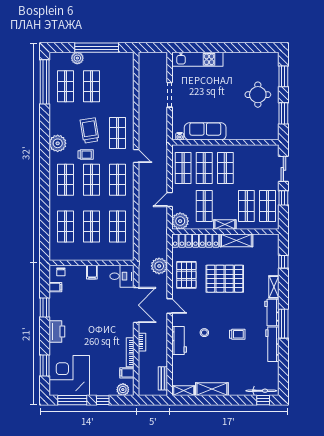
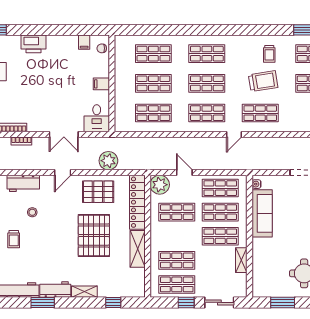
plant: (58, 143) -> (248, 45), removed
trolley: (86, 155) -> (269, 54), moved
shelving: (225, 225) -> (241, 260), moved
double door: (136, 305) -> (64, 134), width x0.73
window: (45, 308) -> (61, 30), removed
window: (283, 324) -> (43, 302), width x0.69
trolley: (237, 334) -> (14, 239), moved

